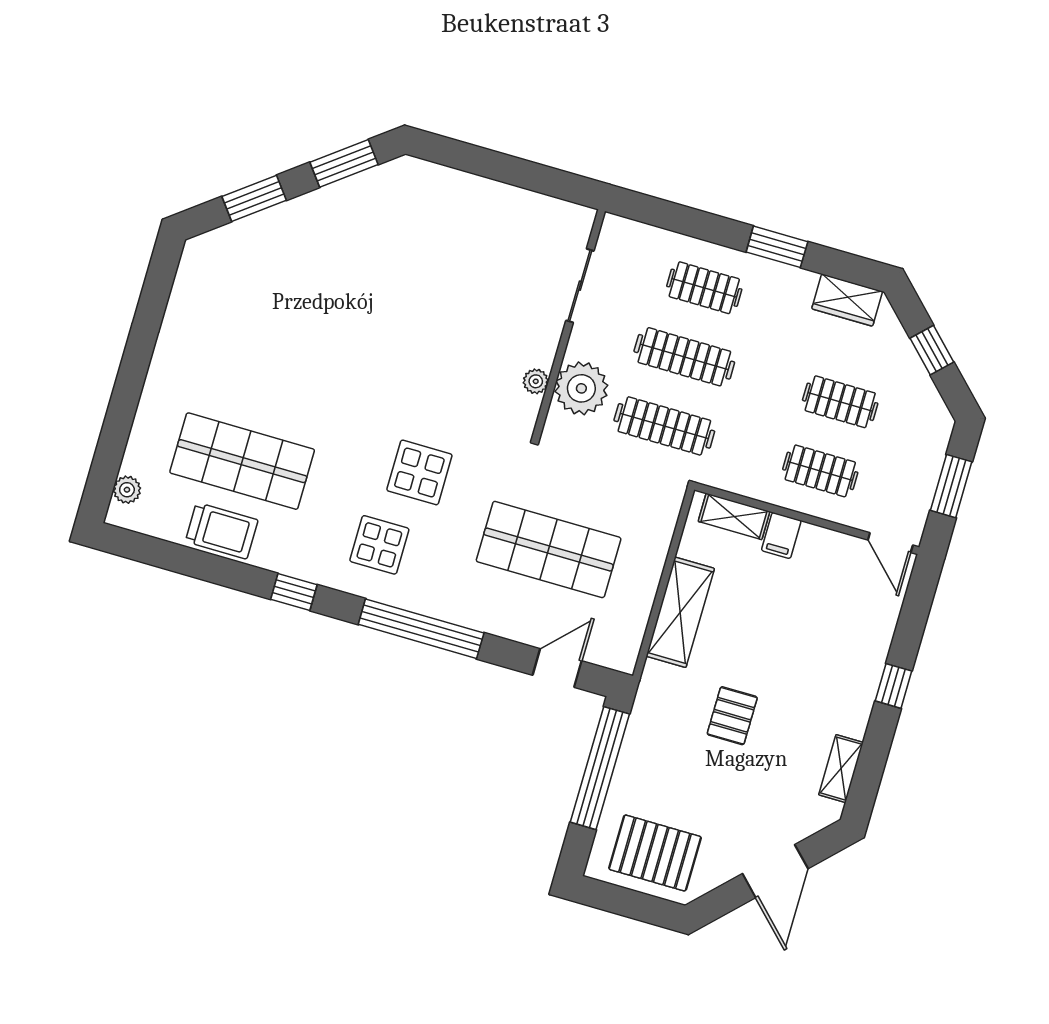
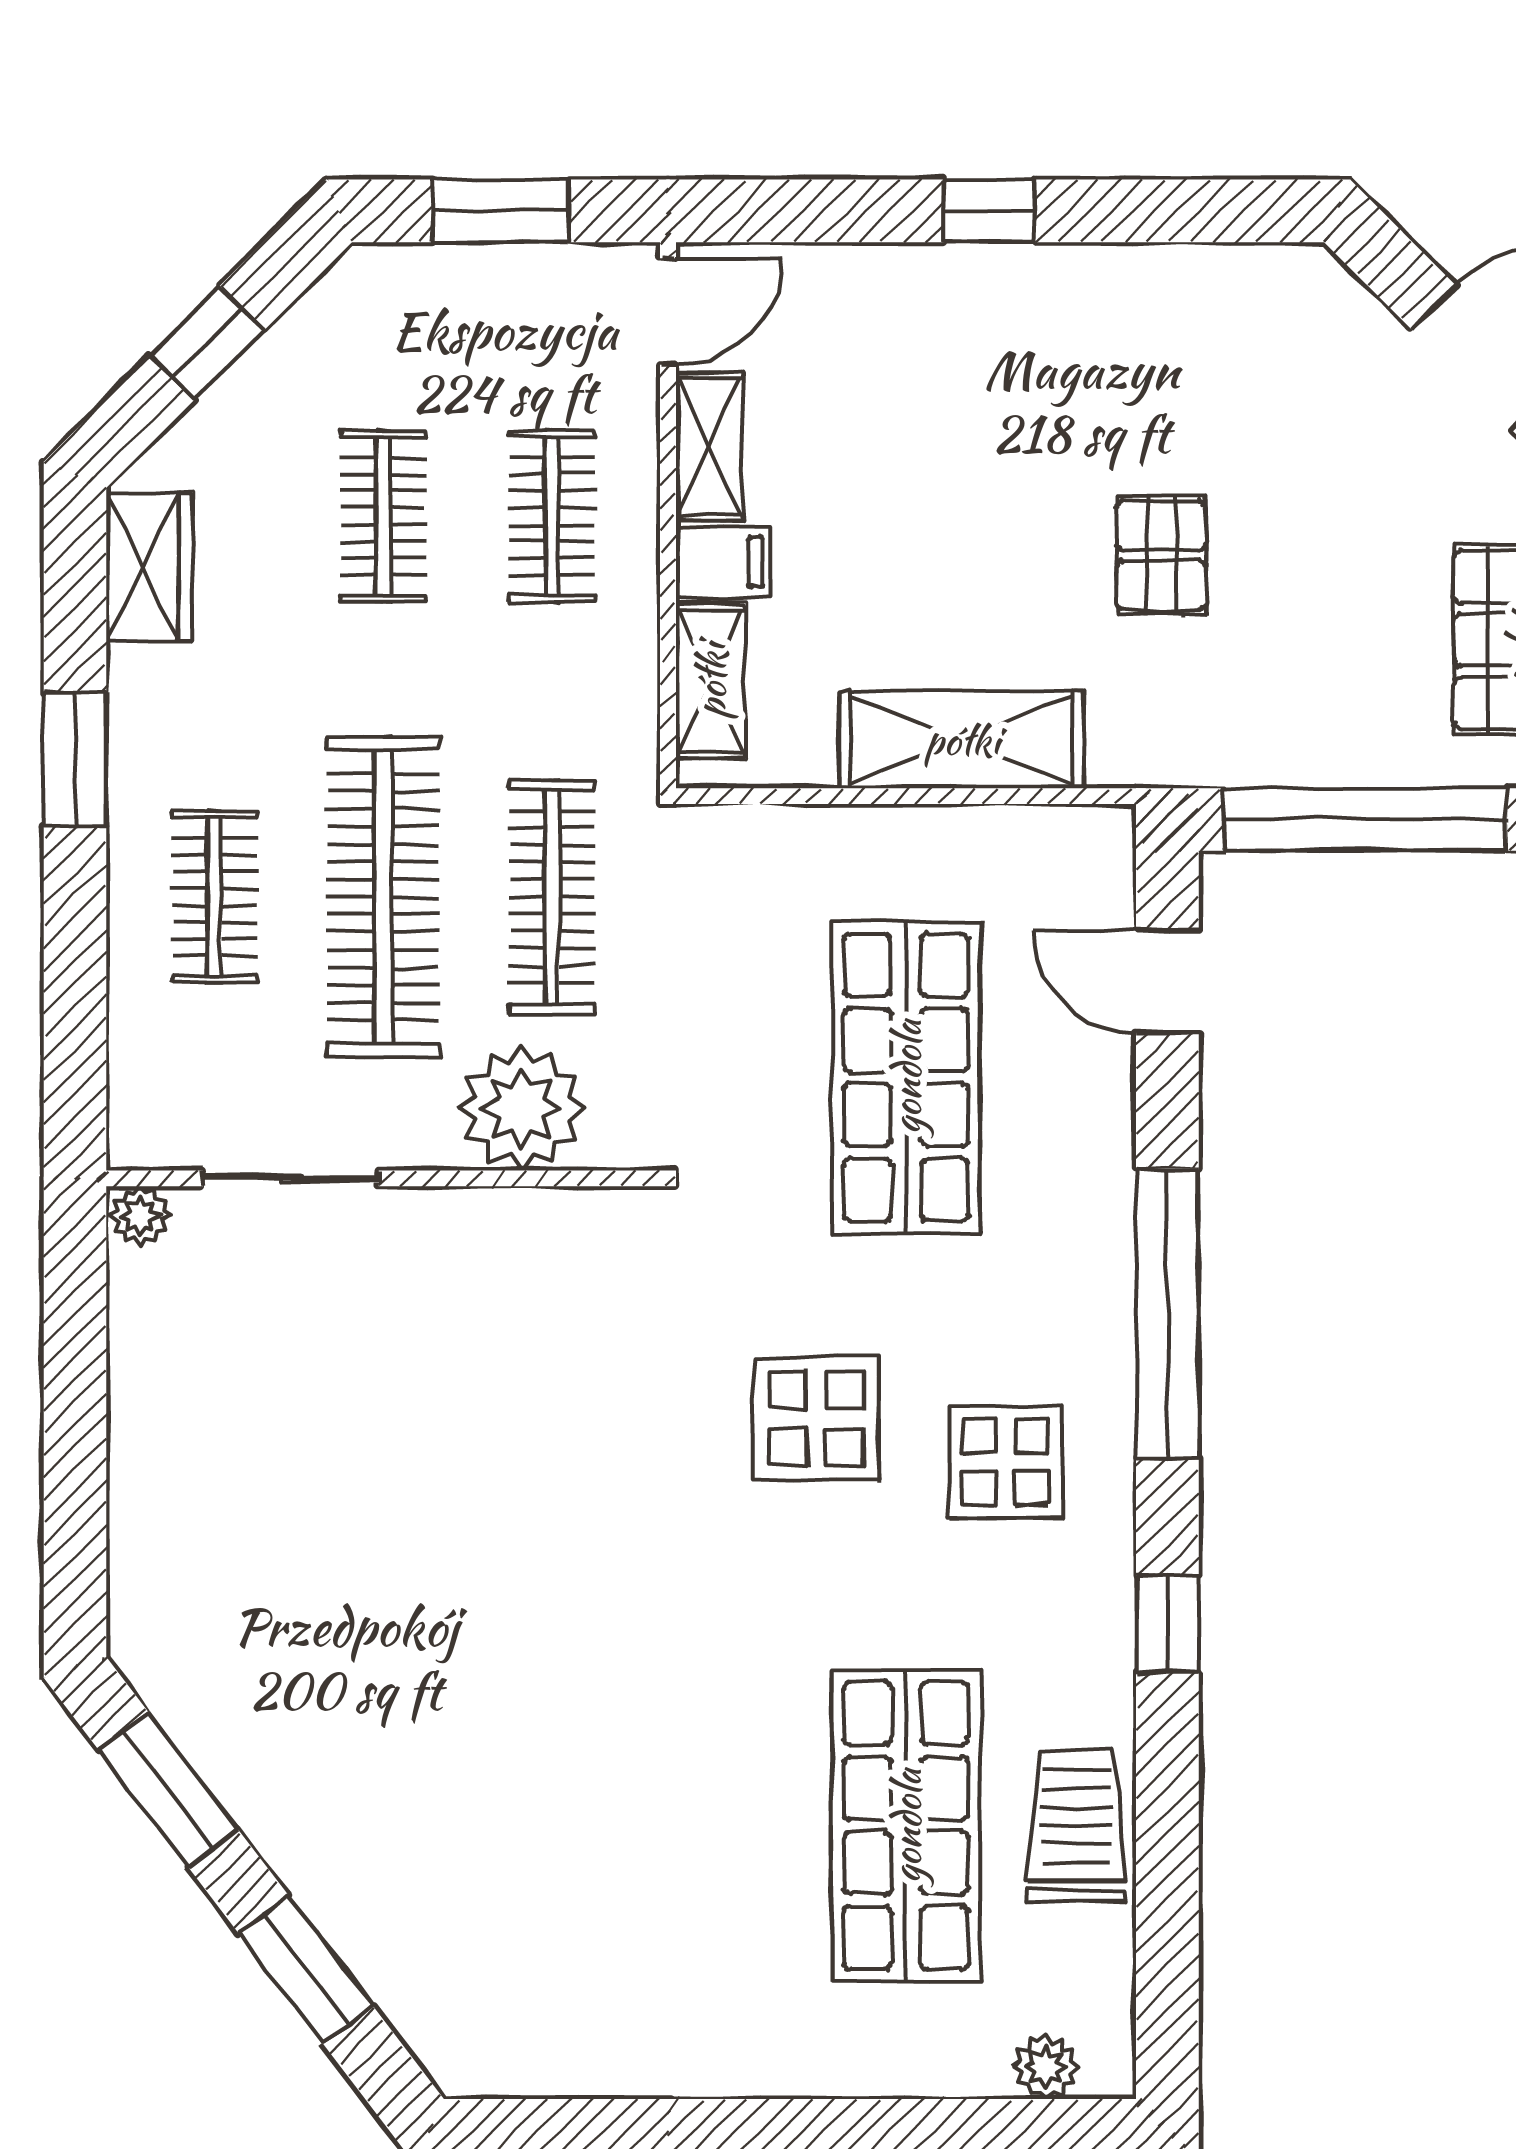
clothes rail: (684, 357) -> (383, 897), width x1.37, depth x1.31
plant: (536, 381) -> (140, 1216), moved
pallet: (732, 716) -> (1161, 555), turned 90
shelving: (841, 769) -> (709, 446), moved, turned 90

